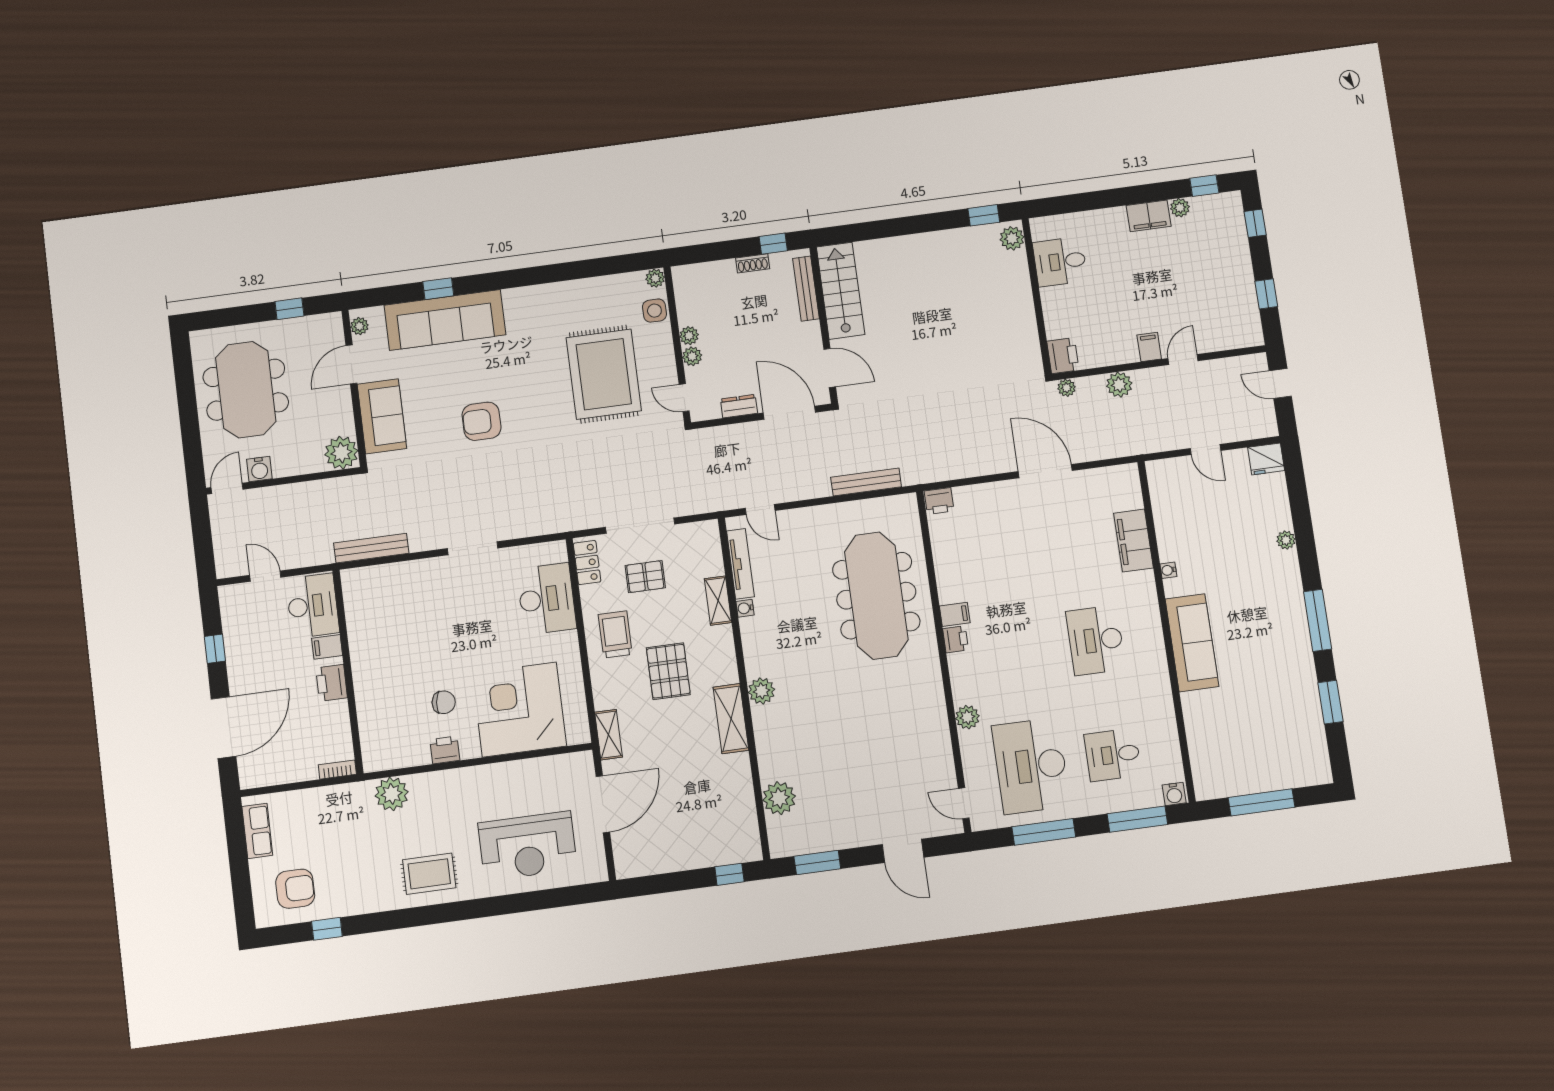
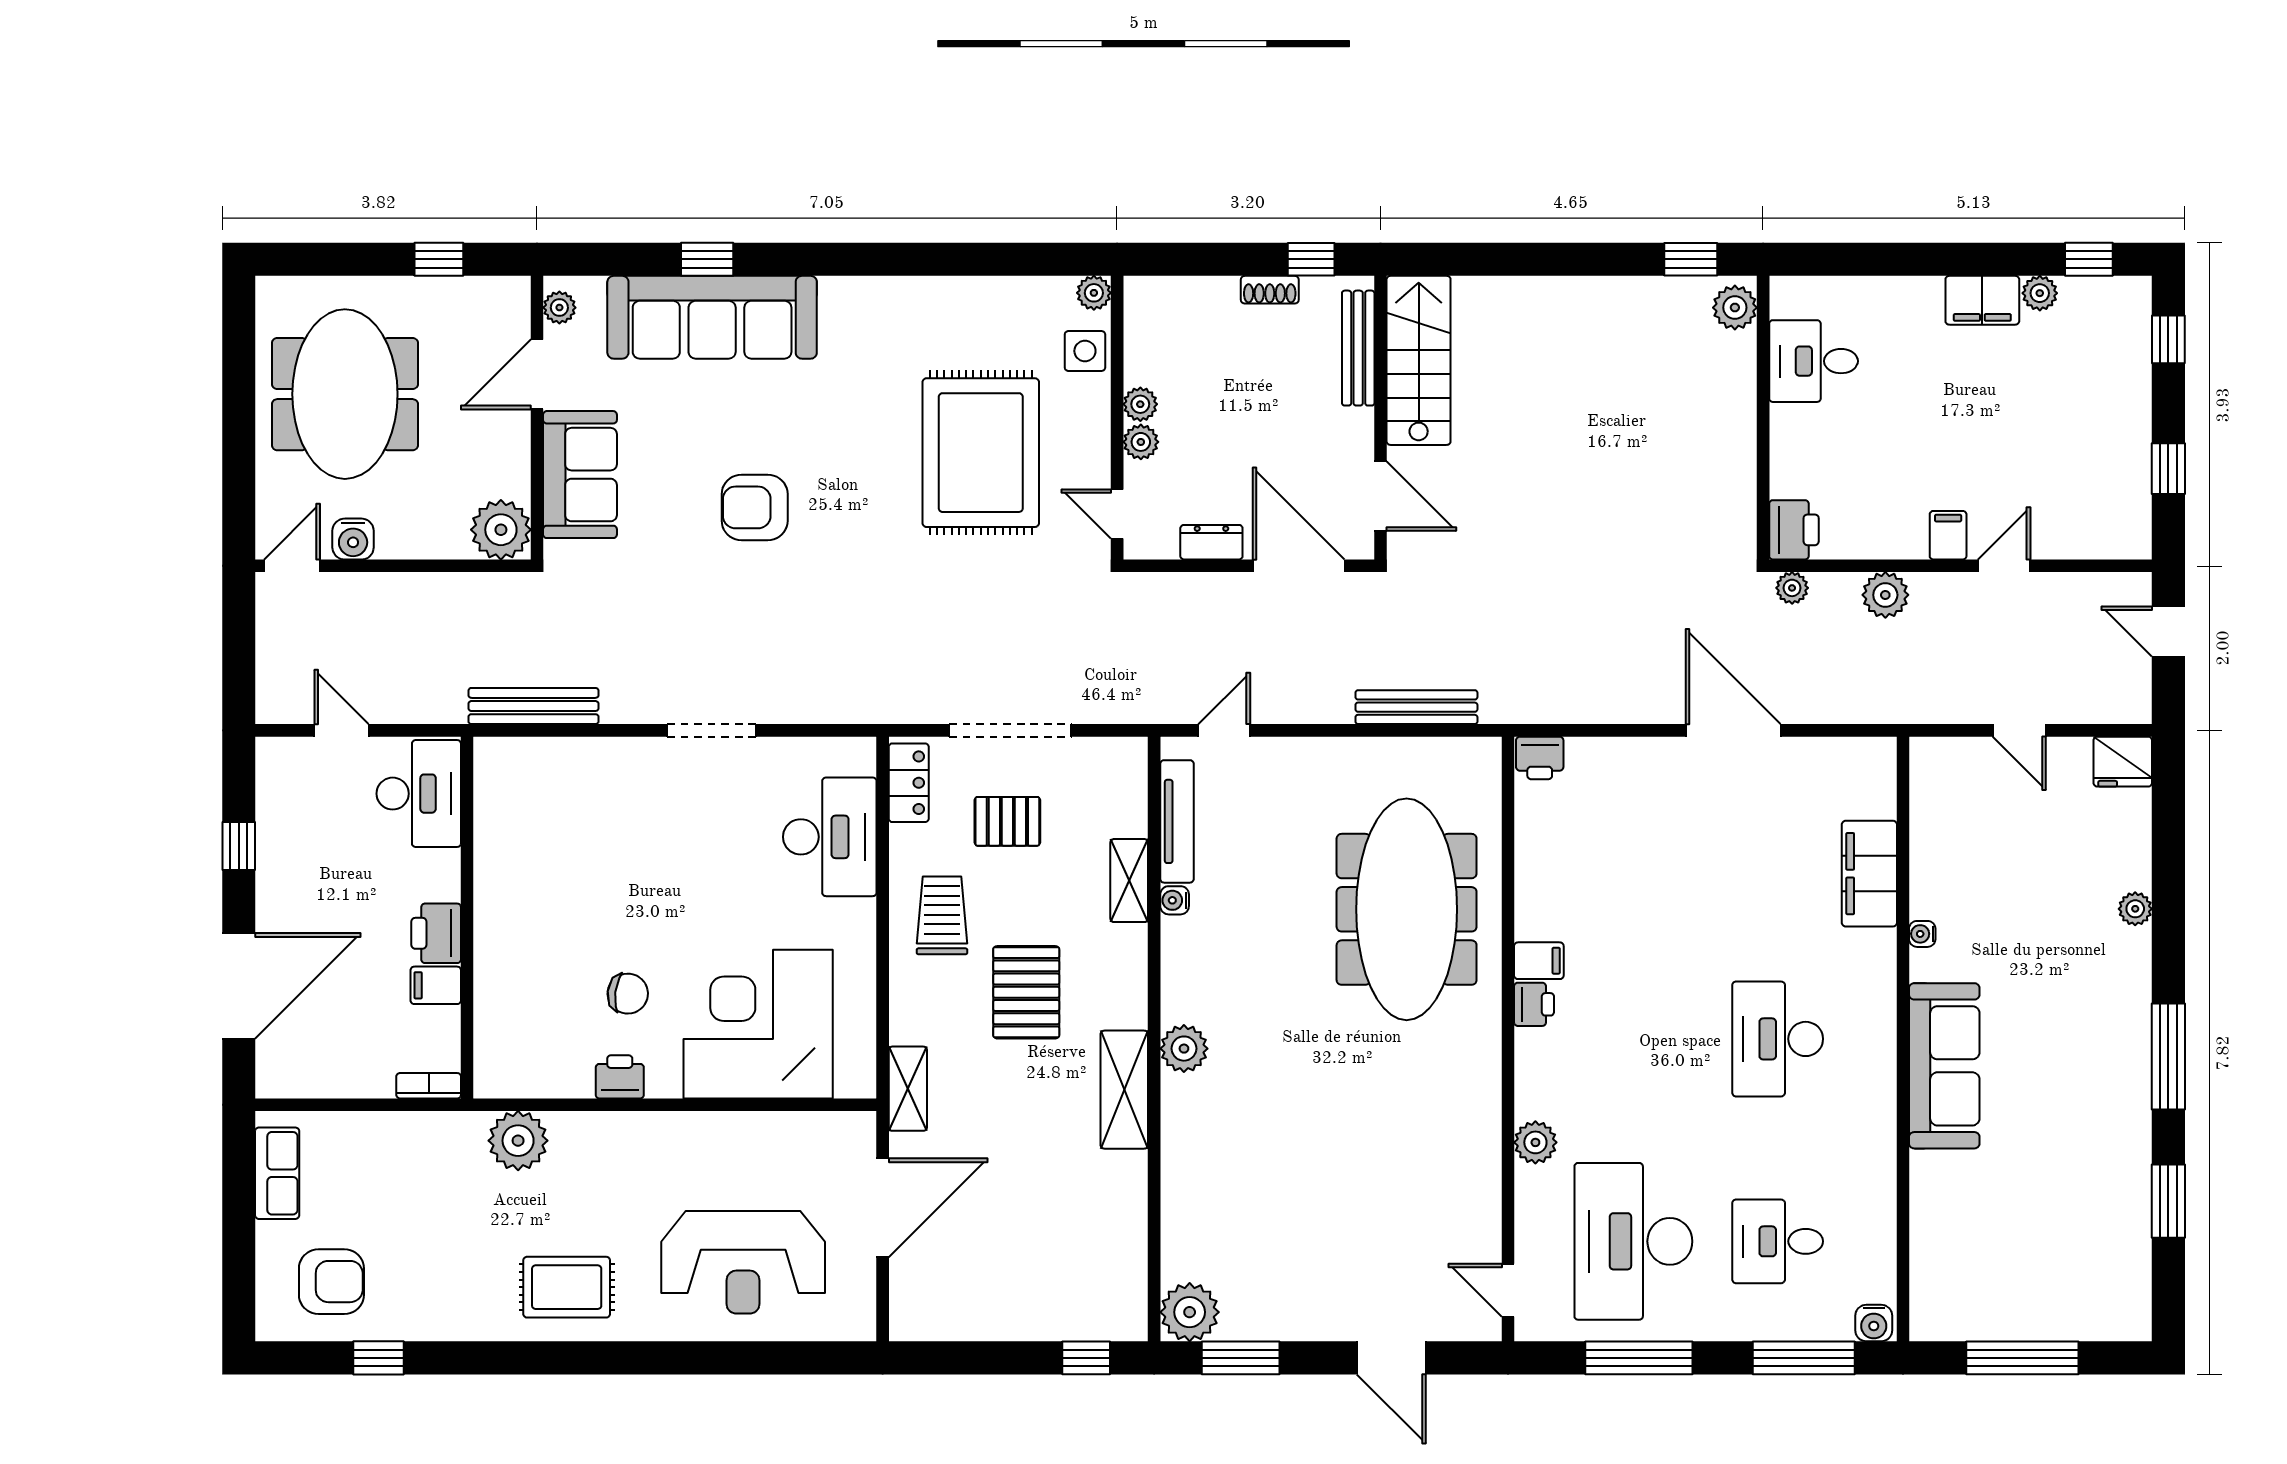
door: (760, 509) -> (1224, 730), swing flipped
filing cabinet: (327, 647) -> (436, 985), moved
plant: (779, 798) -> (1190, 1312), moved

